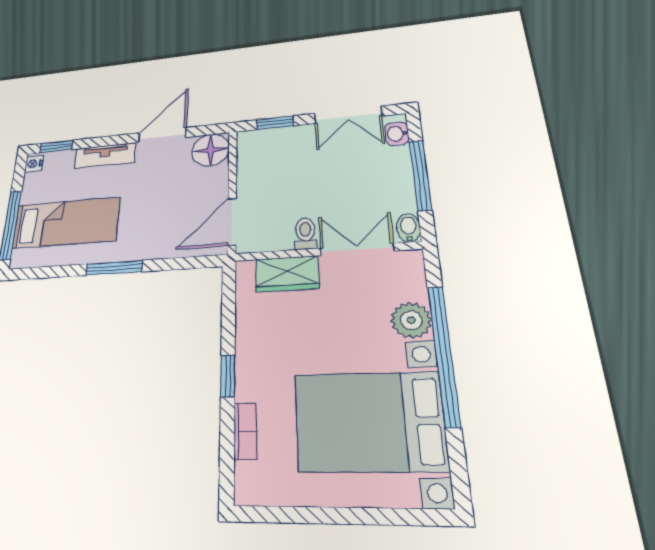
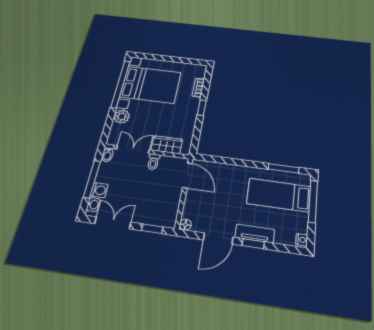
window: (56, 147) -> (253, 244), moved
floor lamp: (211, 150) -> (185, 225), width x0.53, depth x0.53
washing machine: (396, 159) -> (99, 190), added
door: (232, 222) -> (187, 175), hinge flipped
double door: (357, 249) -> (133, 150), swing flipped
window: (114, 268) -> (284, 168), moved
window: (444, 354) -> (120, 84), moved

